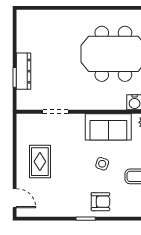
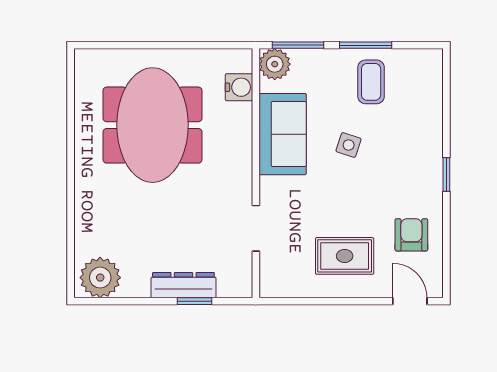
plant: (28, 24) -> (100, 278), added
door: (15, 198) -> (410, 301), hinge flipped
armchair: (100, 202) -> (411, 235), moved

